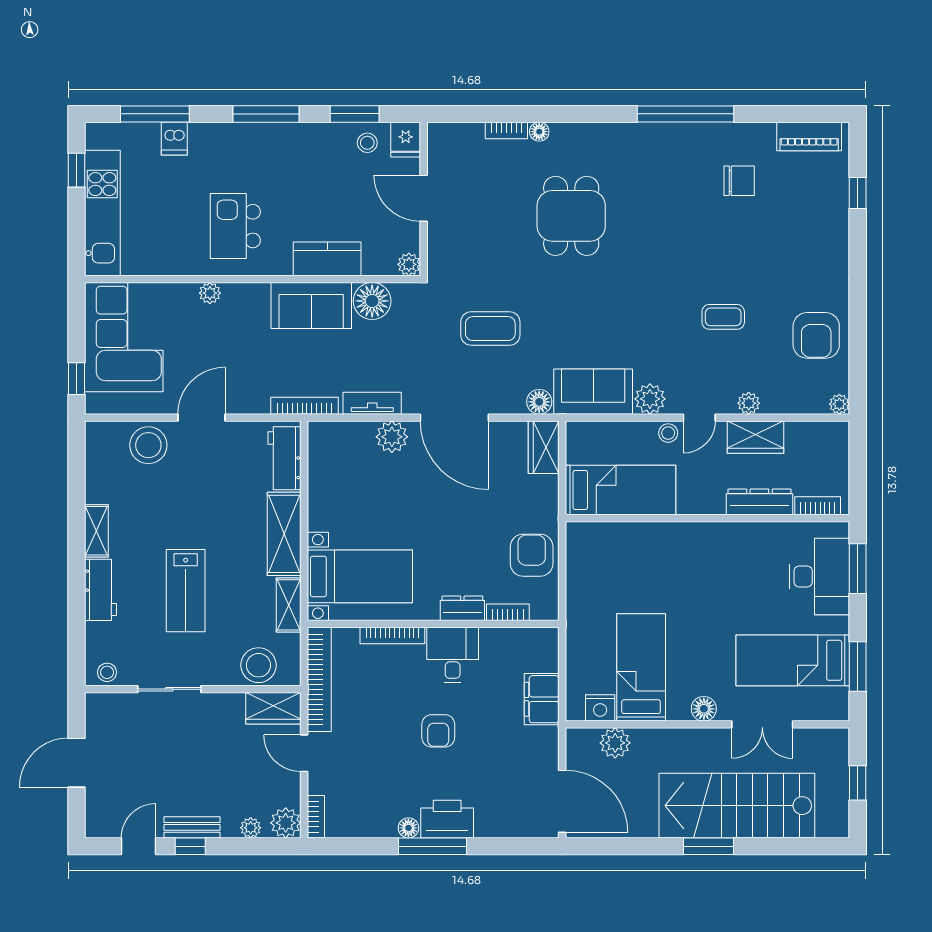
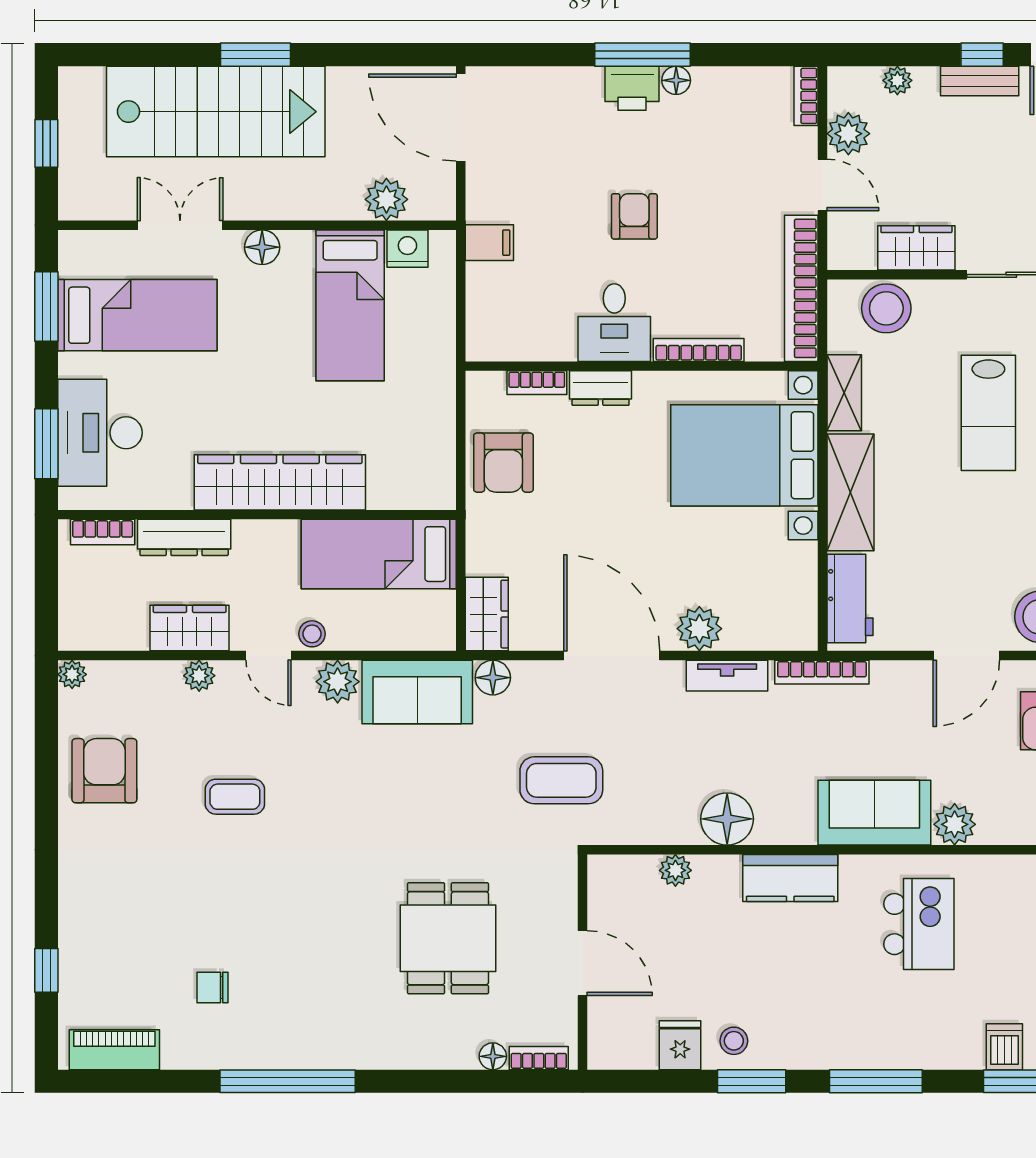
chair: (739, 181) -> (212, 987), width x0.73, depth x0.73
door: (424, 198) -> (583, 963), moved
wall: (424, 199) -> (583, 962), moved
plant: (210, 293) -> (955, 824), width x1.38, depth x1.38
sofa: (311, 306) -> (874, 813), moved
door: (699, 418) -> (269, 656), swing flipped
wardrobe: (691, 541) -> (280, 482), added
bed with nightstands: (360, 576) -> (744, 455), width x1.36
lab bench: (186, 591) -> (988, 413), turned 180
filing cabinet: (542, 699) -> (489, 243), width x0.50
wardrobe: (273, 708) -> (916, 248), moved
printer: (447, 819) -> (632, 88), width x0.73, depth x0.84
plant: (286, 823) -> (848, 134), moved

